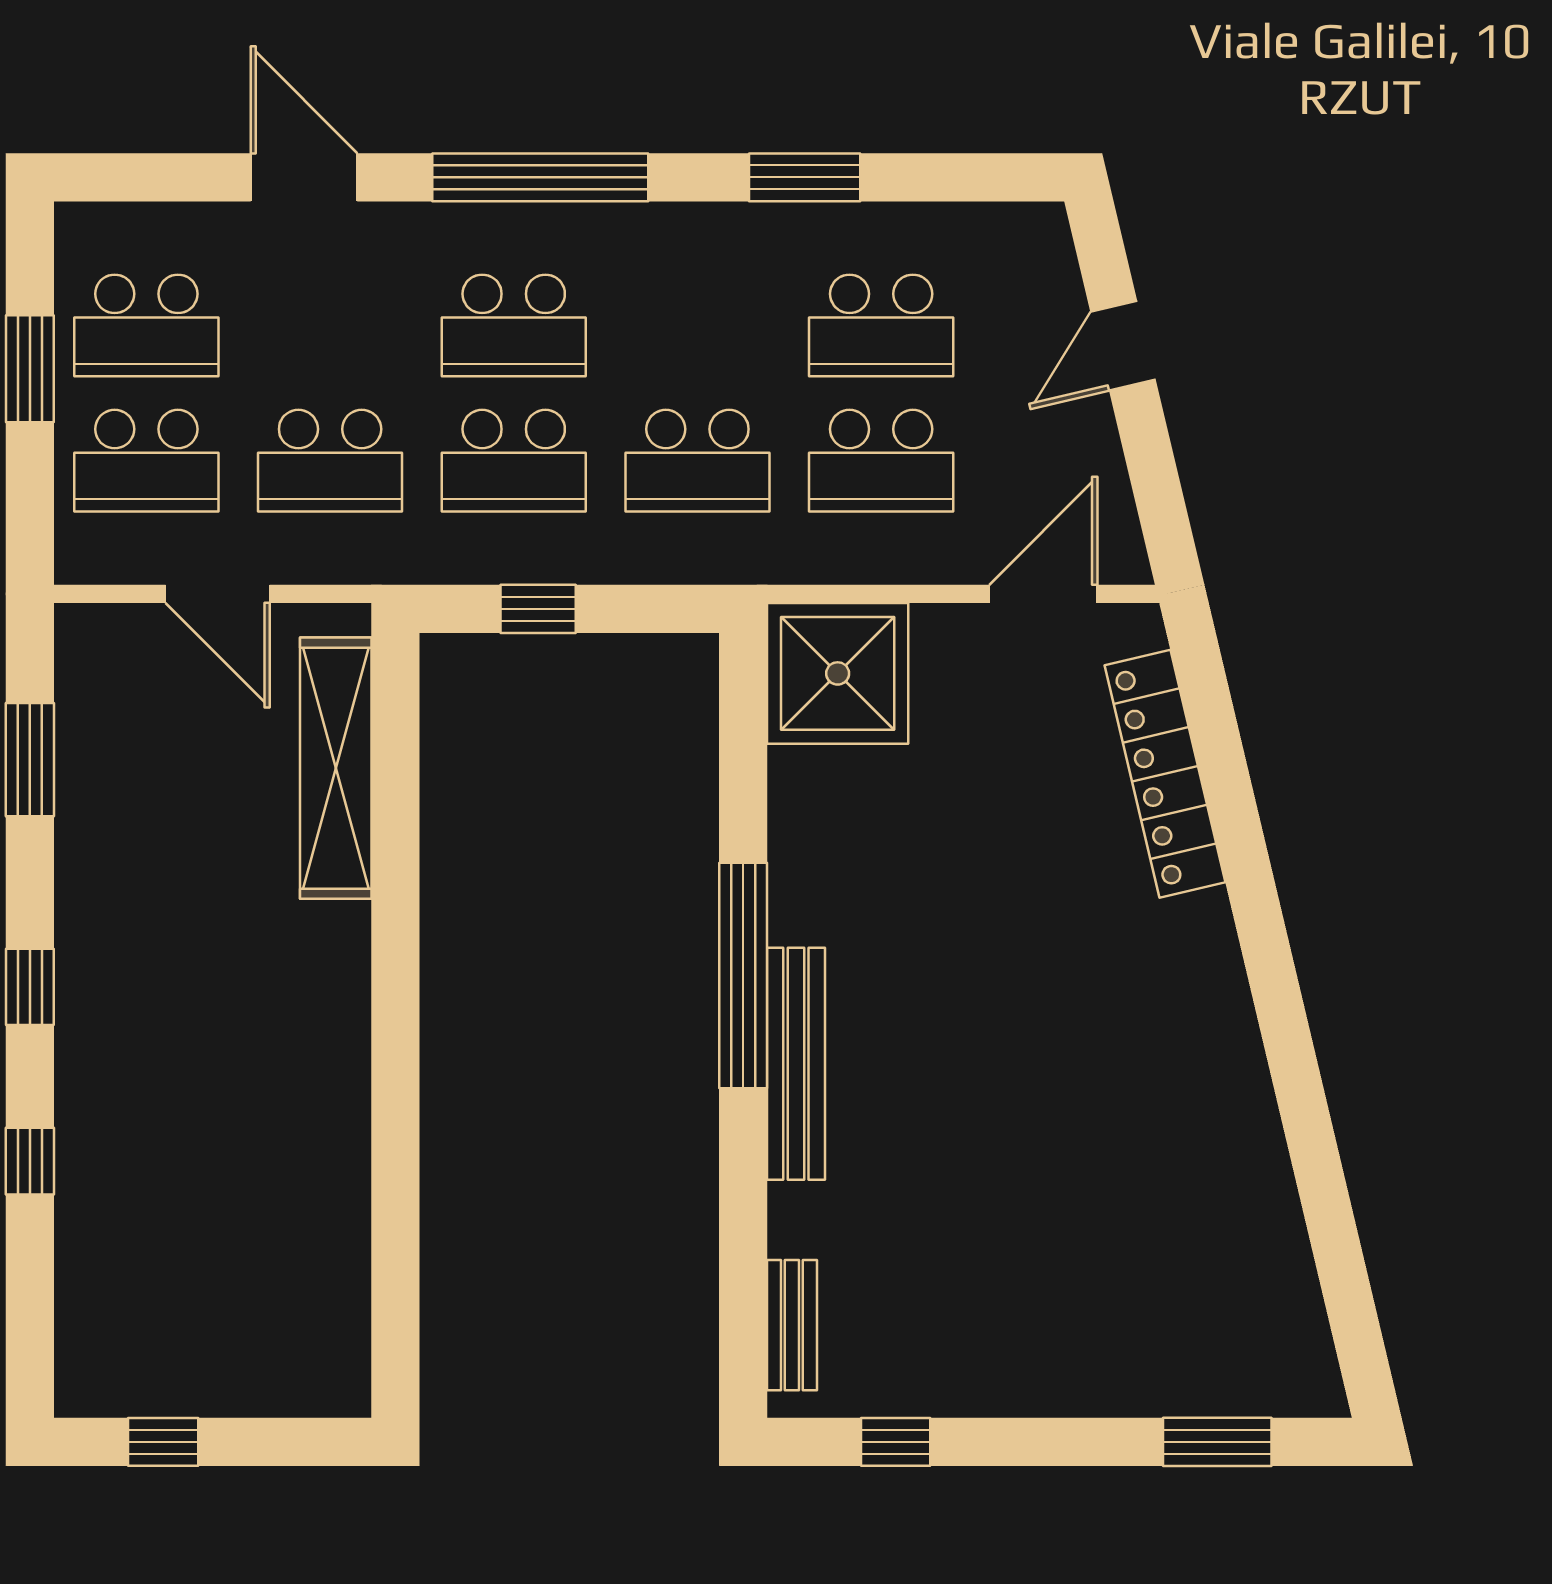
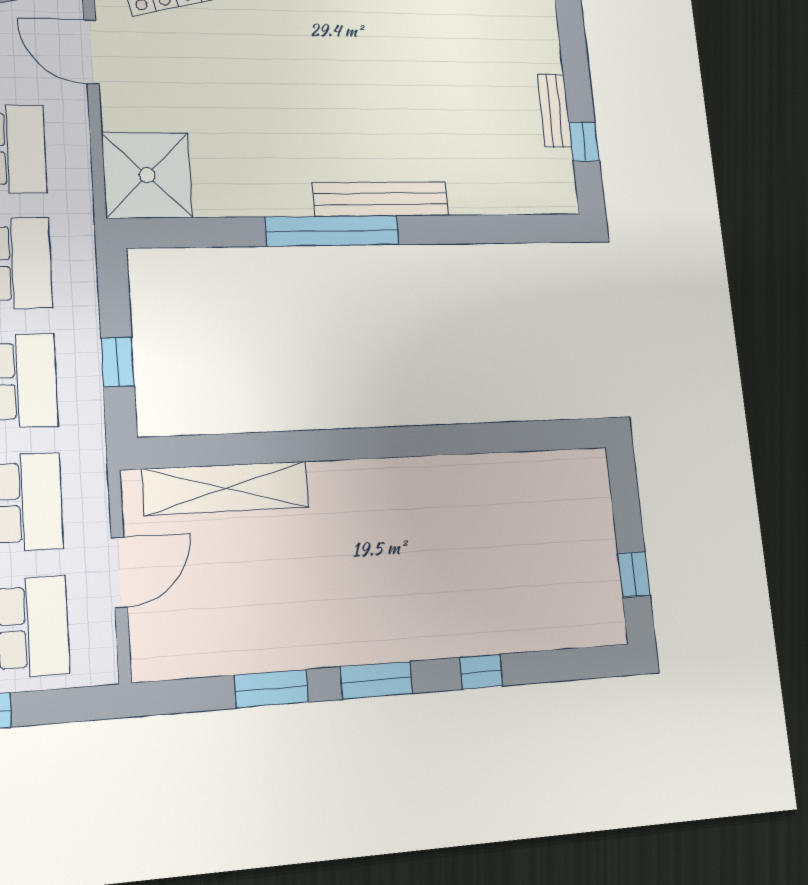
window: (30, 760) -> (271, 689), moved
window: (30, 987) -> (376, 680), width x1.50
bench: (792, 1325) -> (555, 111), moved, turned 90

